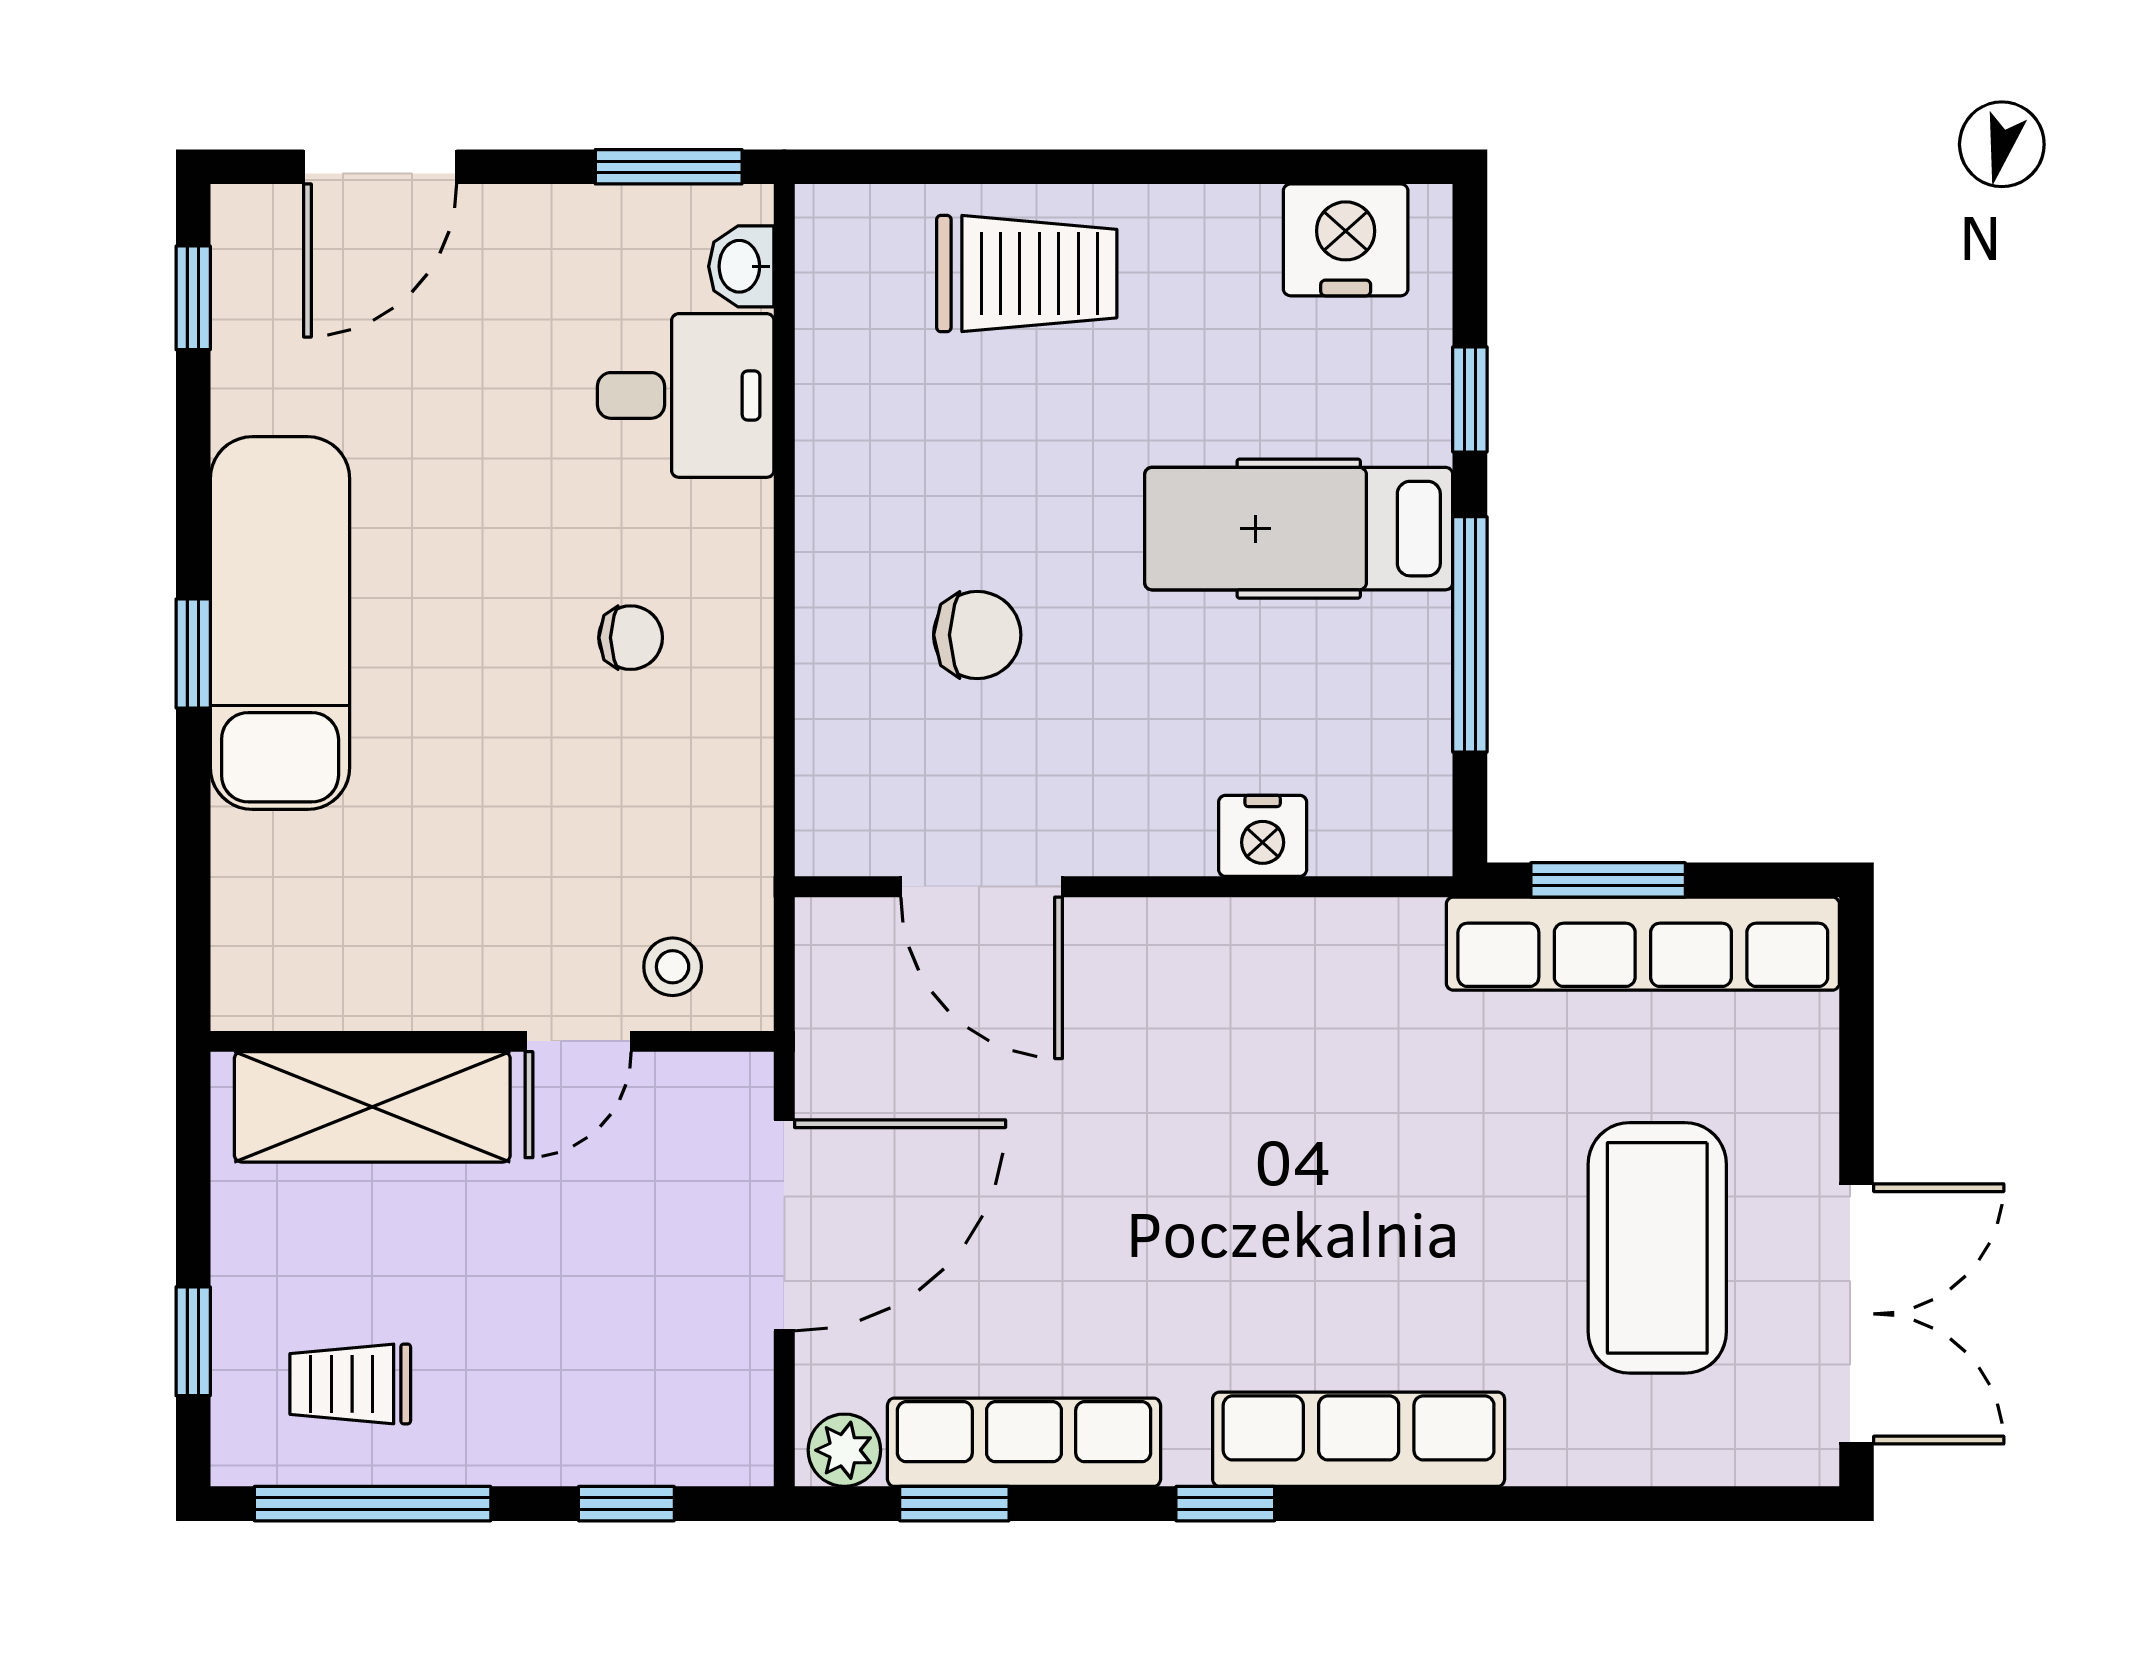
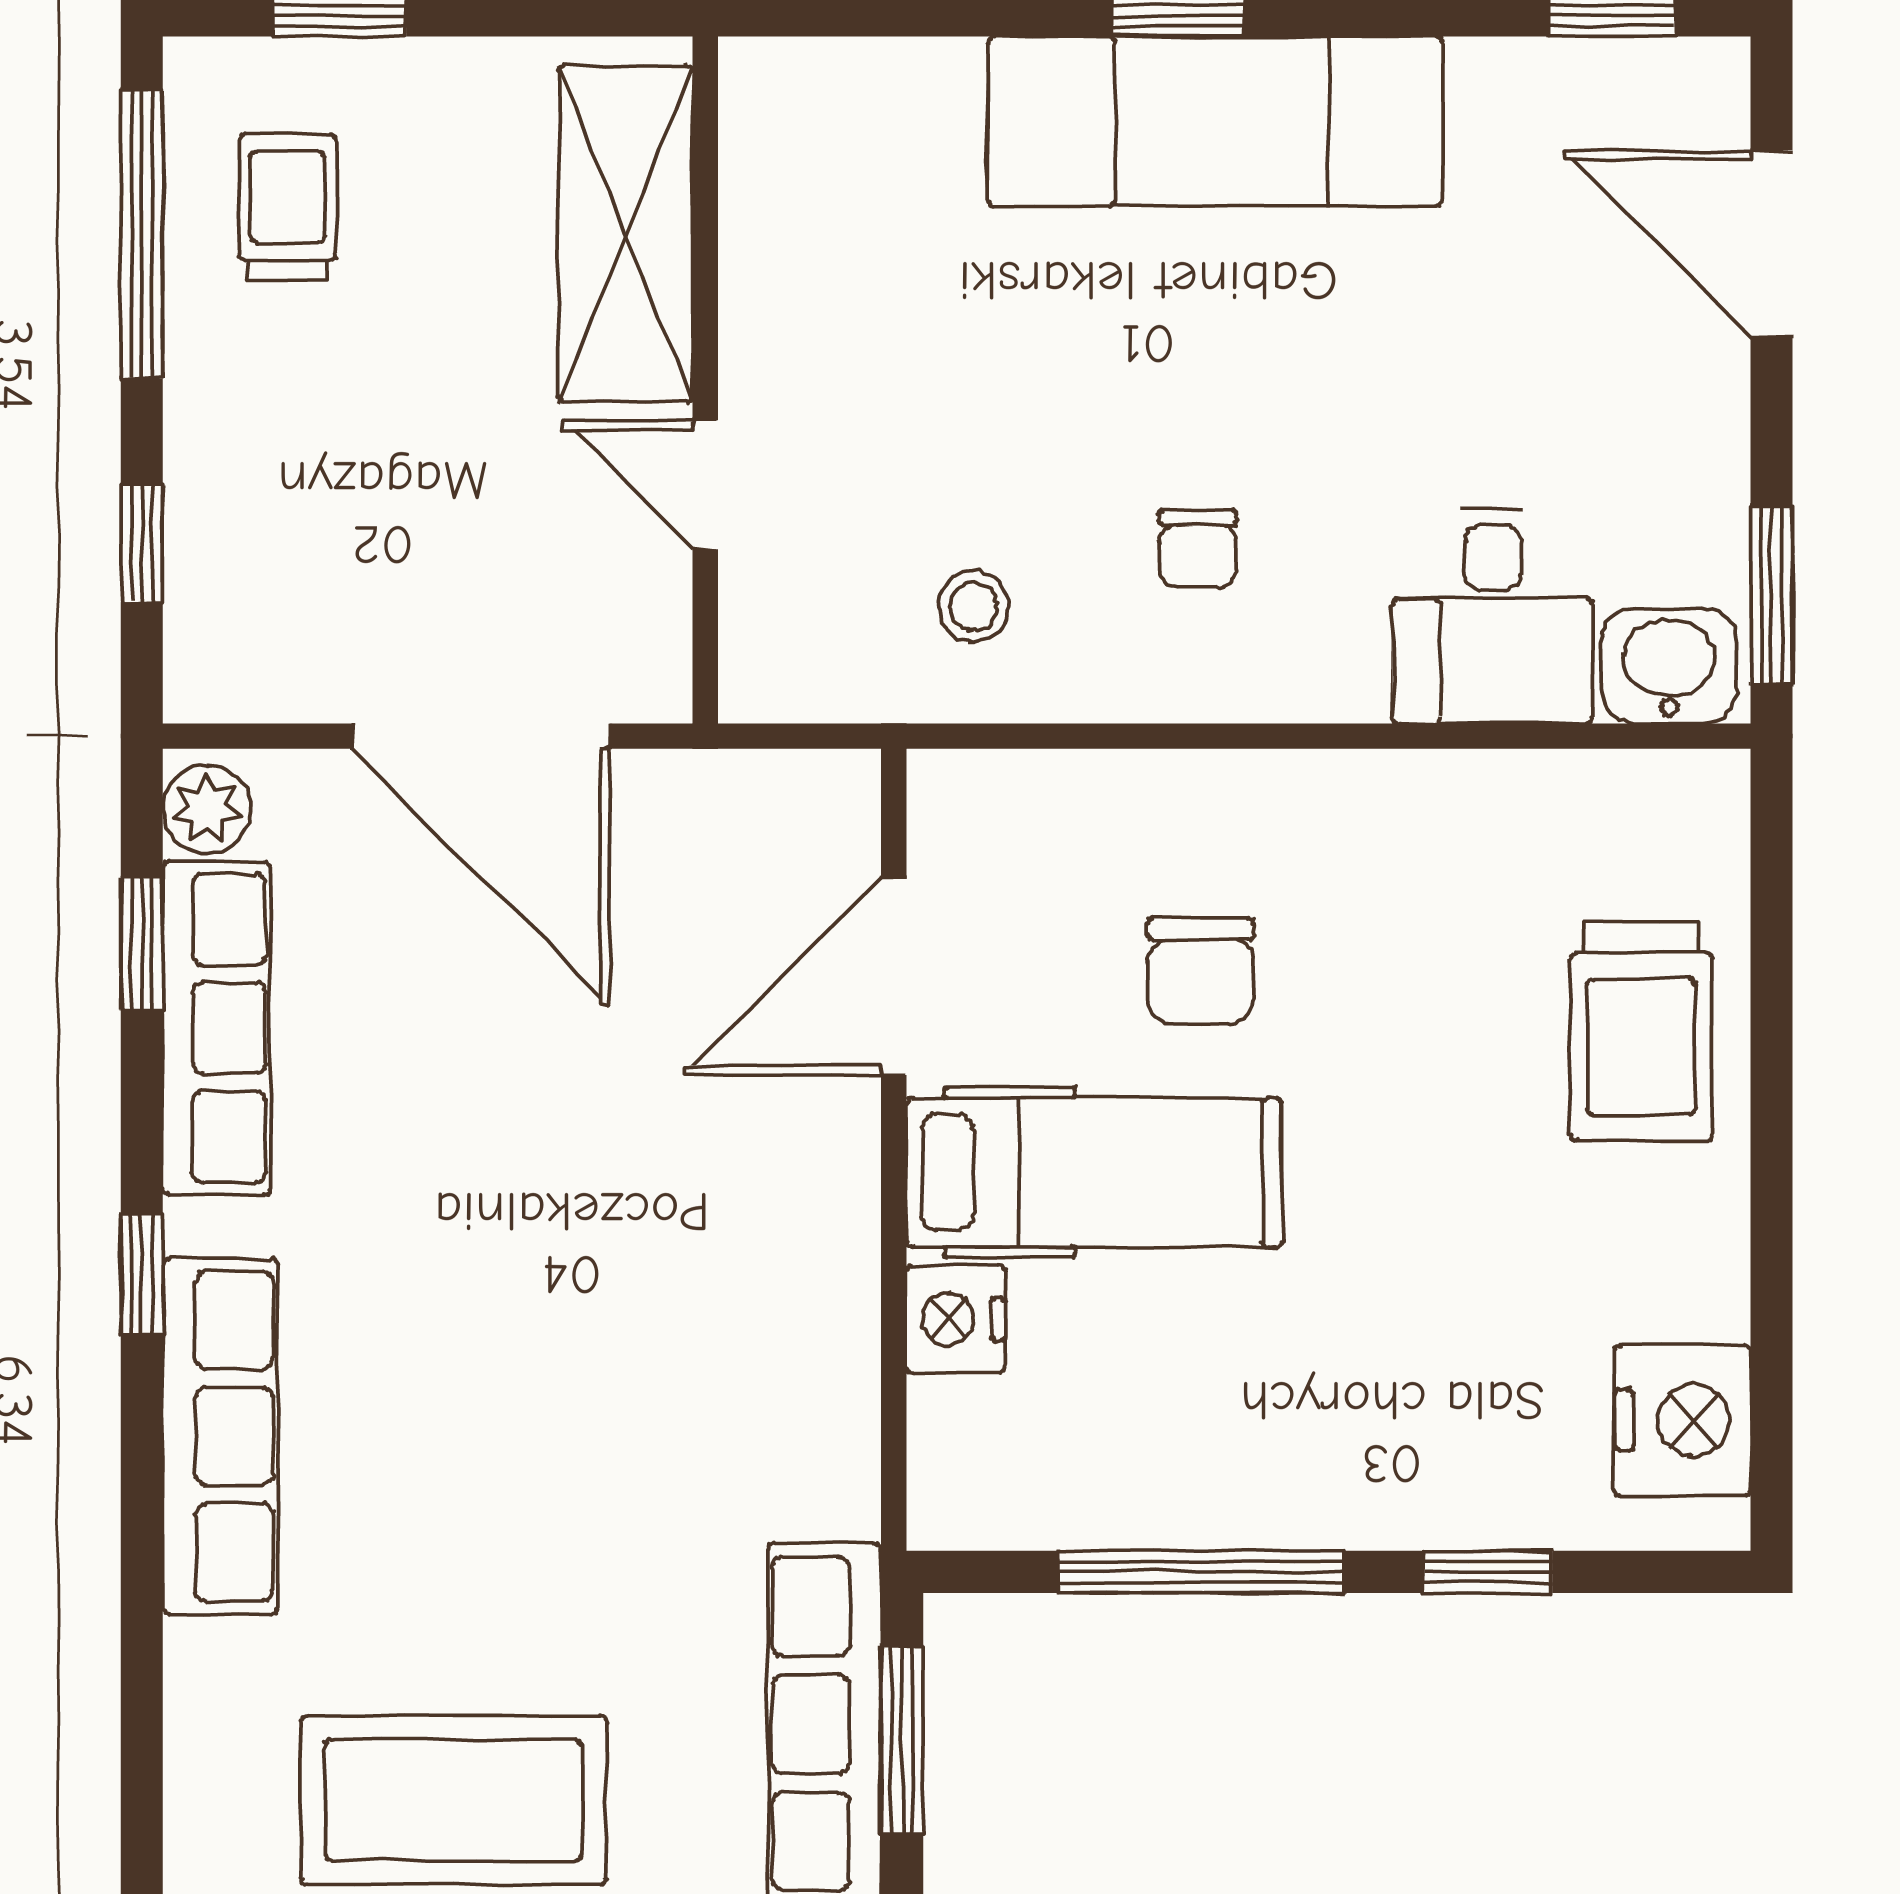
washbasin: (741, 266) -> (1669, 666), width x1.38, depth x1.45
hospital bed: (1299, 529) -> (1094, 1172), moved, turned 90
stool: (673, 967) -> (973, 606), moved

